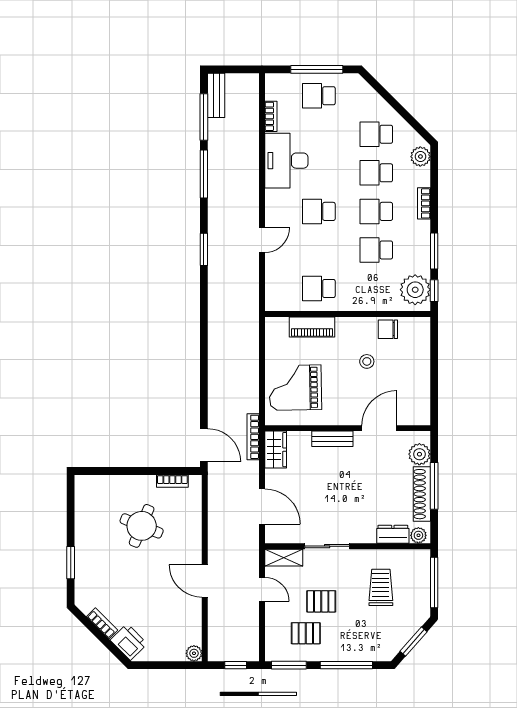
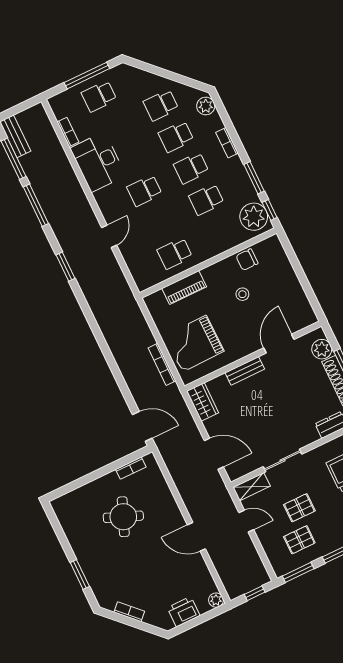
bookcase: (253, 437) -> (162, 364), moved
printer: (129, 642) -> (184, 612), moved, turned -45

